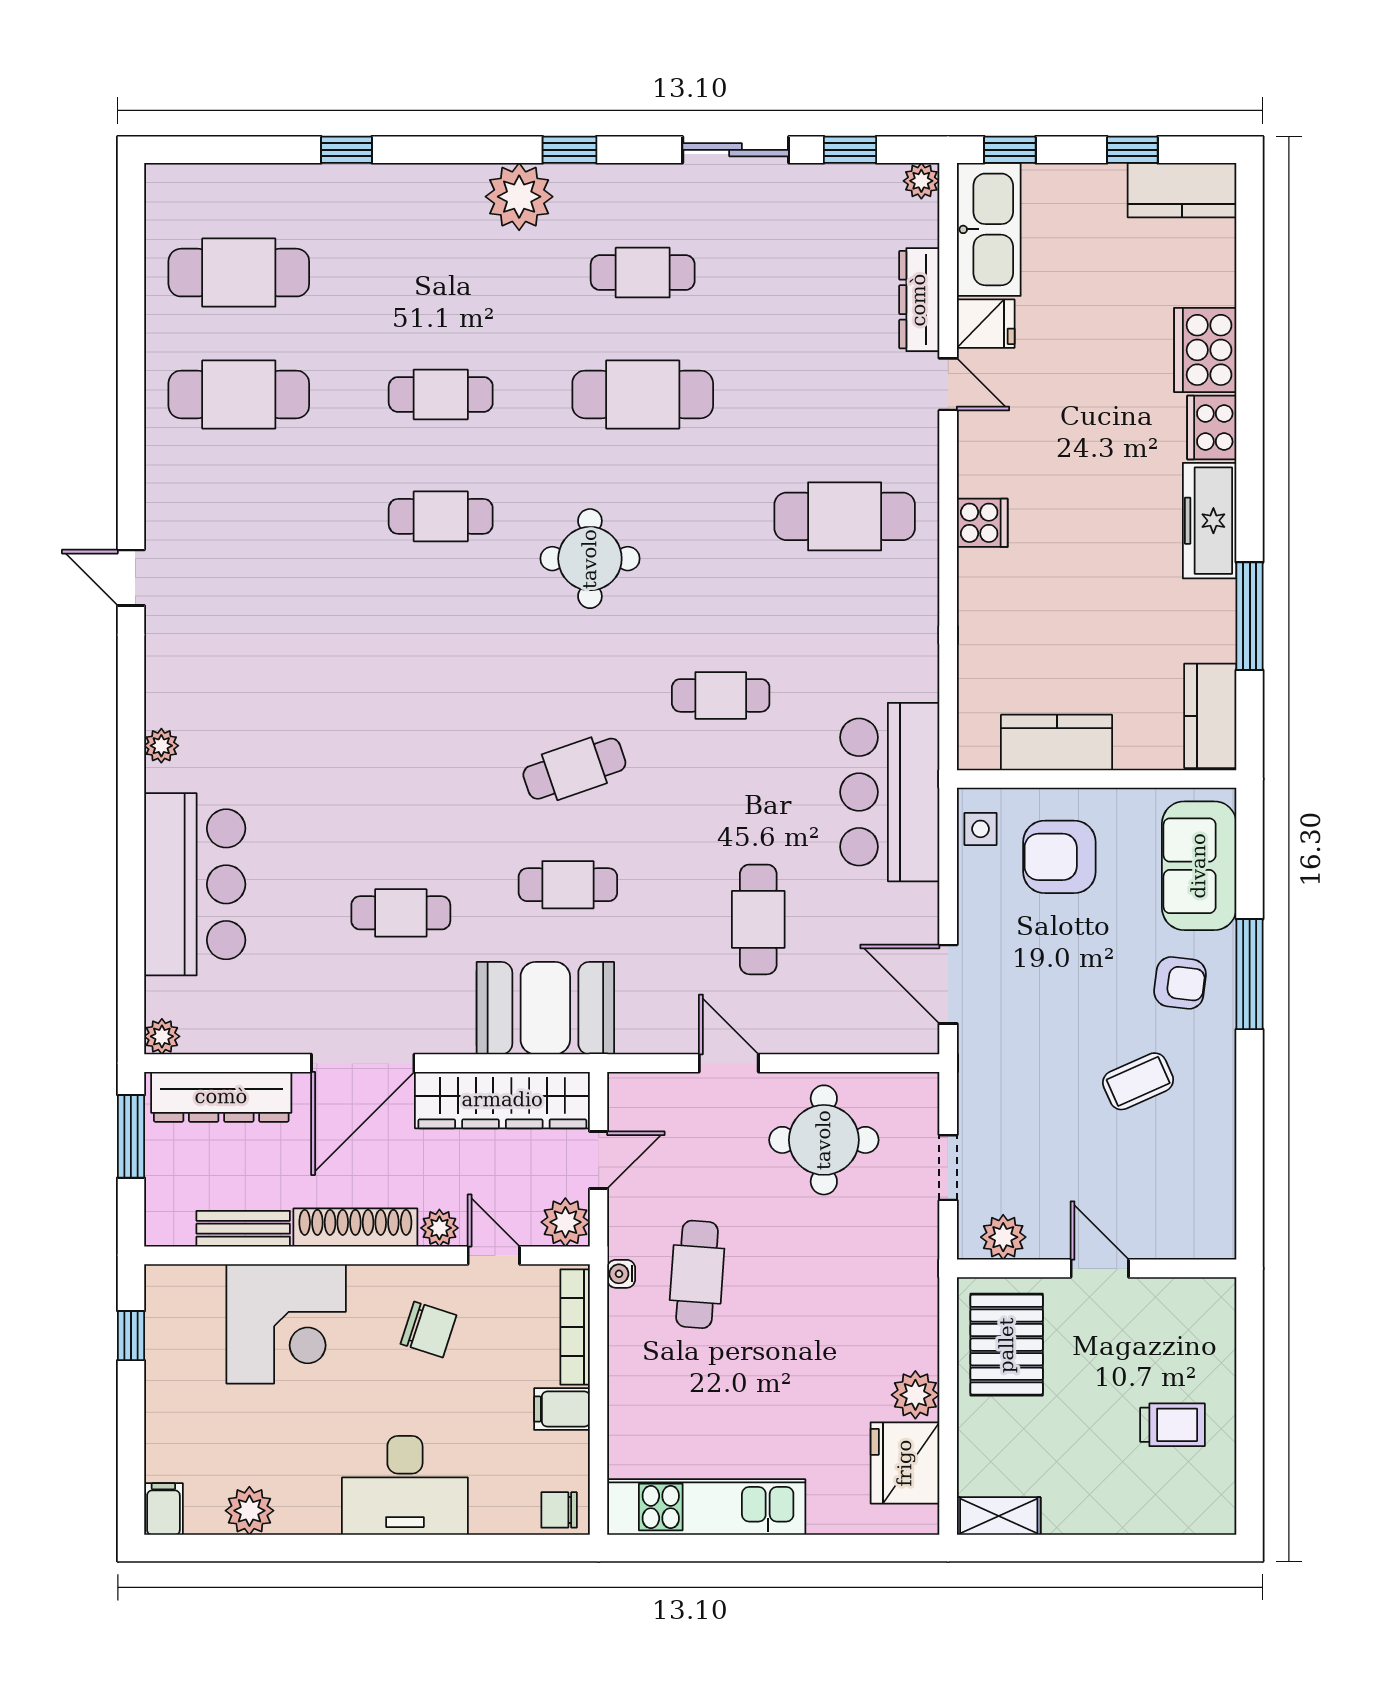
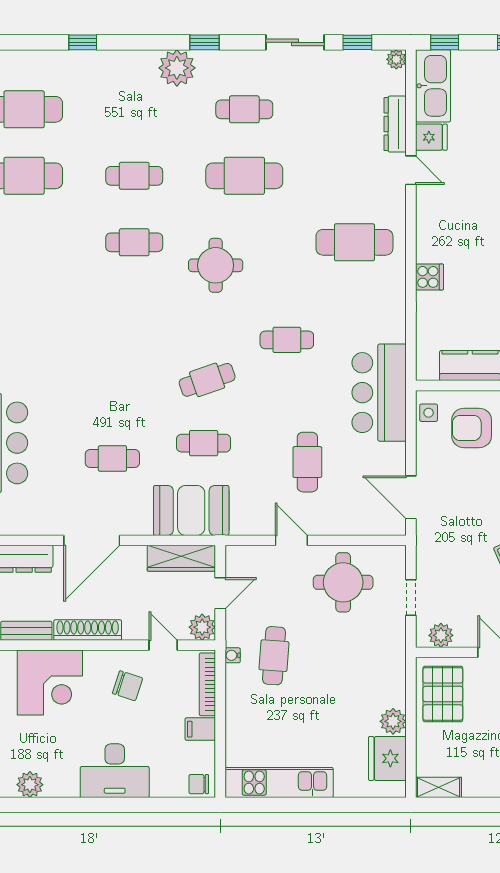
cooker: (982, 523) -> (430, 277), moved
wardrobe: (502, 1100) -> (181, 558), width x0.71, depth x0.85
plant: (439, 1228) -> (133, 630), removed

